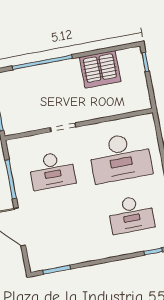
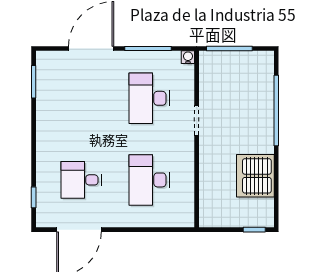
water cooler: (12, 145) -> (188, 57), added
desk: (120, 158) -> (149, 180), width x0.73, depth x0.77
desk: (131, 214) -> (81, 180), width x0.73

